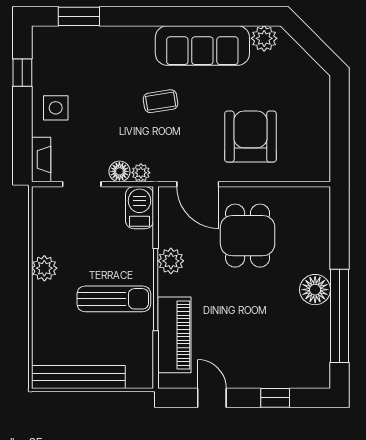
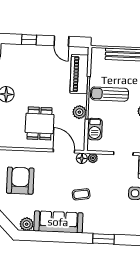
window: (79, 16) -> (103, 239), moved
armchair: (250, 137) -> (20, 181), moved, turned 180
floor lamp: (119, 171) -> (82, 158), moved
barbecue: (139, 208) -> (95, 129), moved

